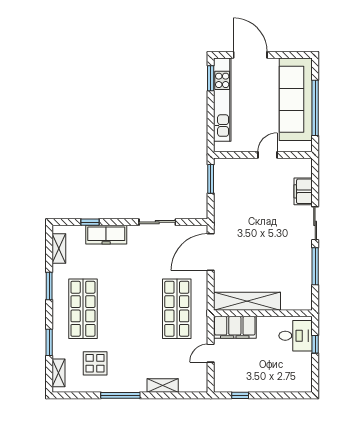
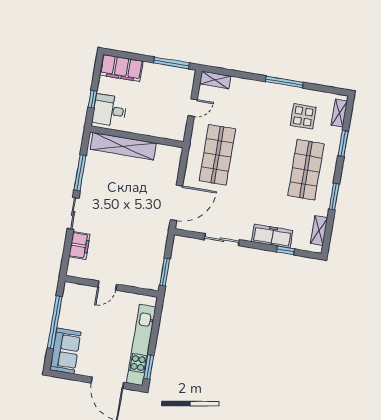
sofa: (296, 99) -> (65, 351), width x0.54, depth x0.79
shelving: (247, 301) -> (123, 146), moved
filing cabinet: (235, 327) -> (121, 68), moved, turned 180
shelving: (163, 385) -> (215, 80), moved
window: (240, 395) -> (171, 63), width x2.17

